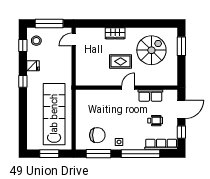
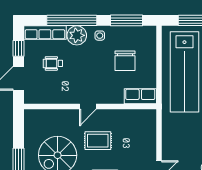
row of seats: (150, 95) -> (140, 96), moved
chair: (97, 135) -> (125, 61), moved, turned -90
plant: (137, 142) -> (77, 35), added

